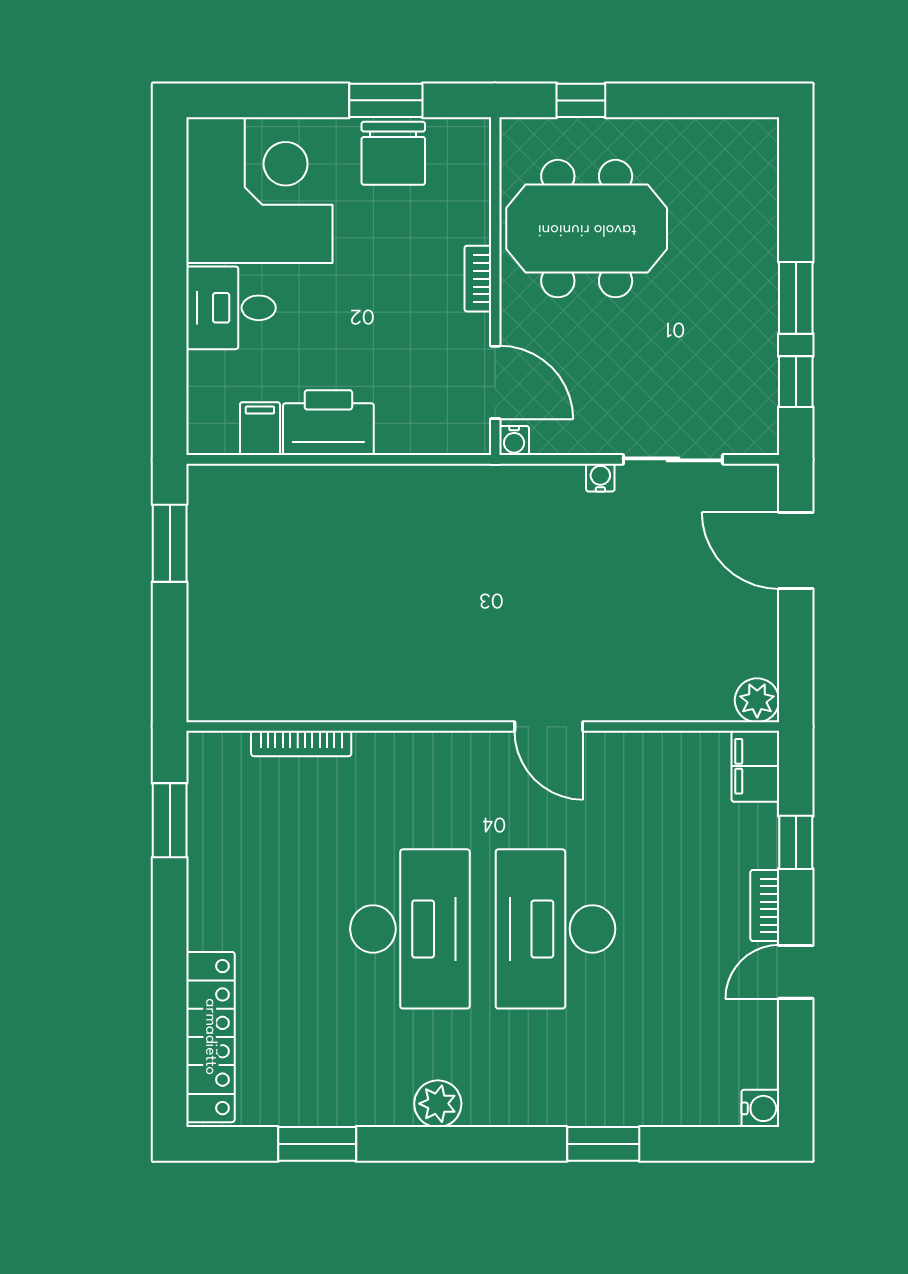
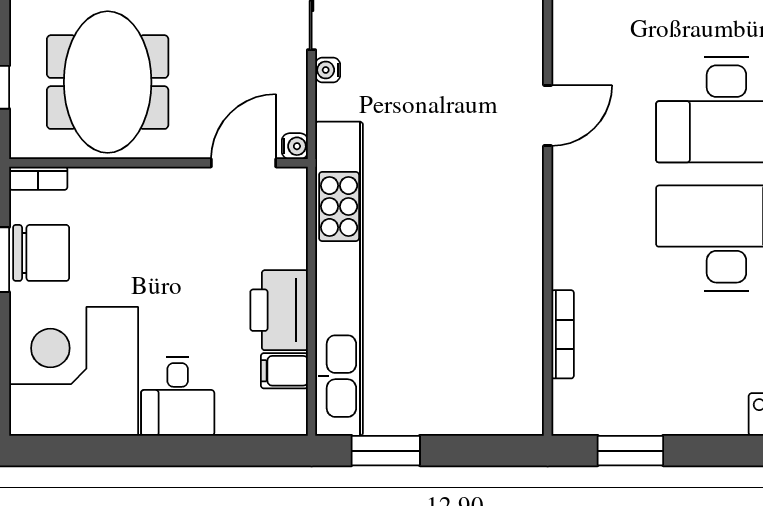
bookcase: (478, 279) -> (38, 178), moved
kitchen unit: (364, 490) -> (339, 279), added

